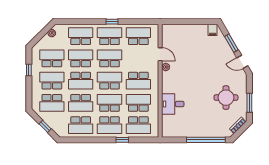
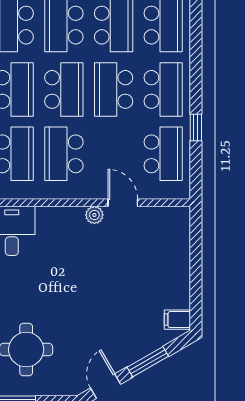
window: (112, 22) -> (196, 128), moved
door: (160, 54) -> (123, 203), swing flipped
school desk: (109, 58) -> (114, 89), turned 180

